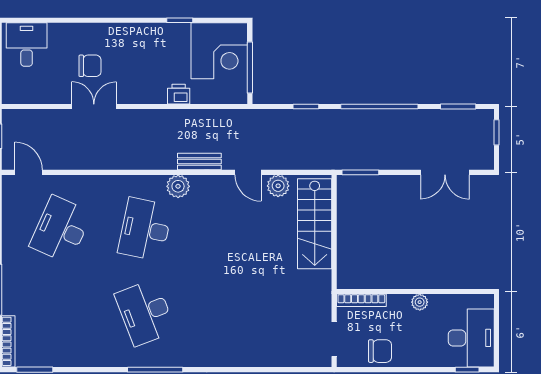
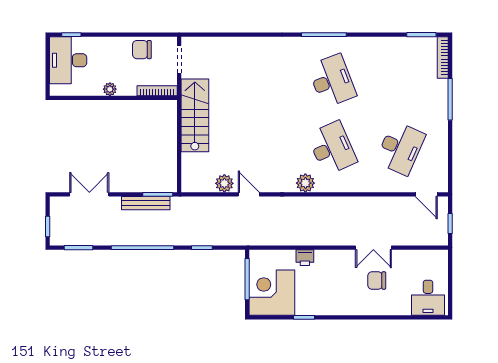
bench: (199, 161) -> (146, 203), moved, width x1.36
stairs: (315, 224) -> (195, 115), moved
desk: (145, 229) -> (332, 148), turned -36

